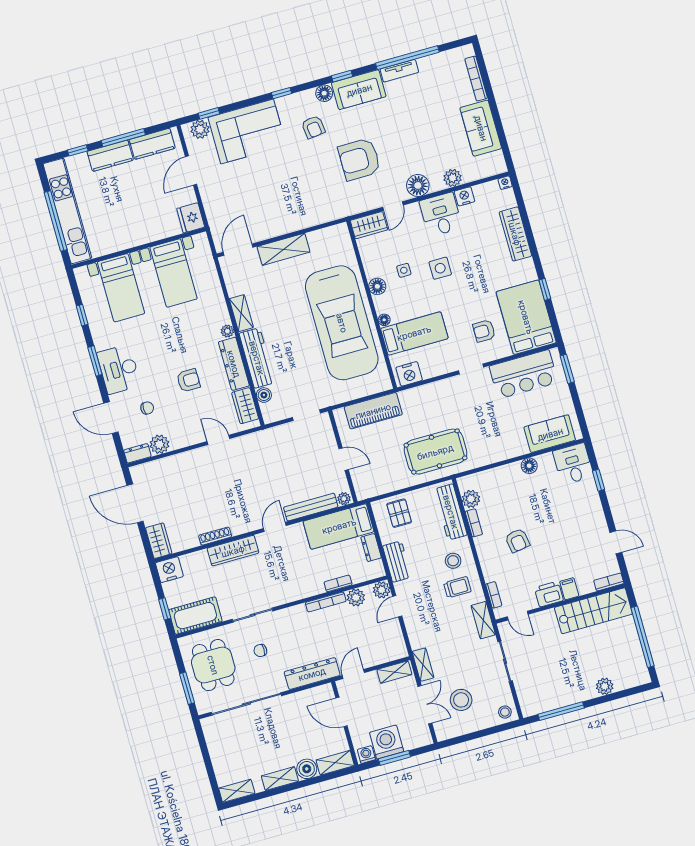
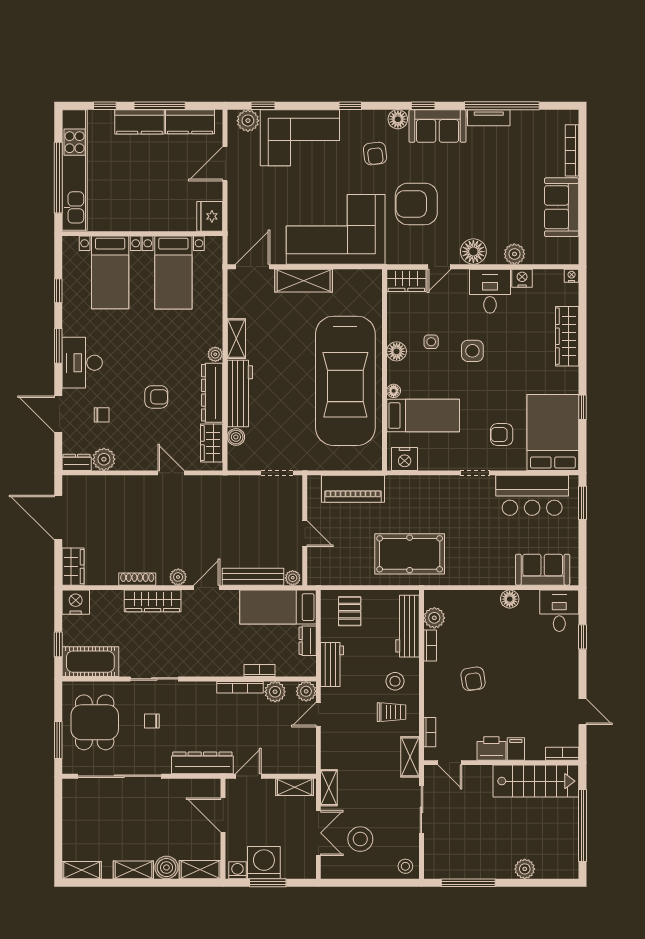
corner sofa: (298, 199) -> (336, 229), added
plant: (249, 525) -> (178, 577), added

